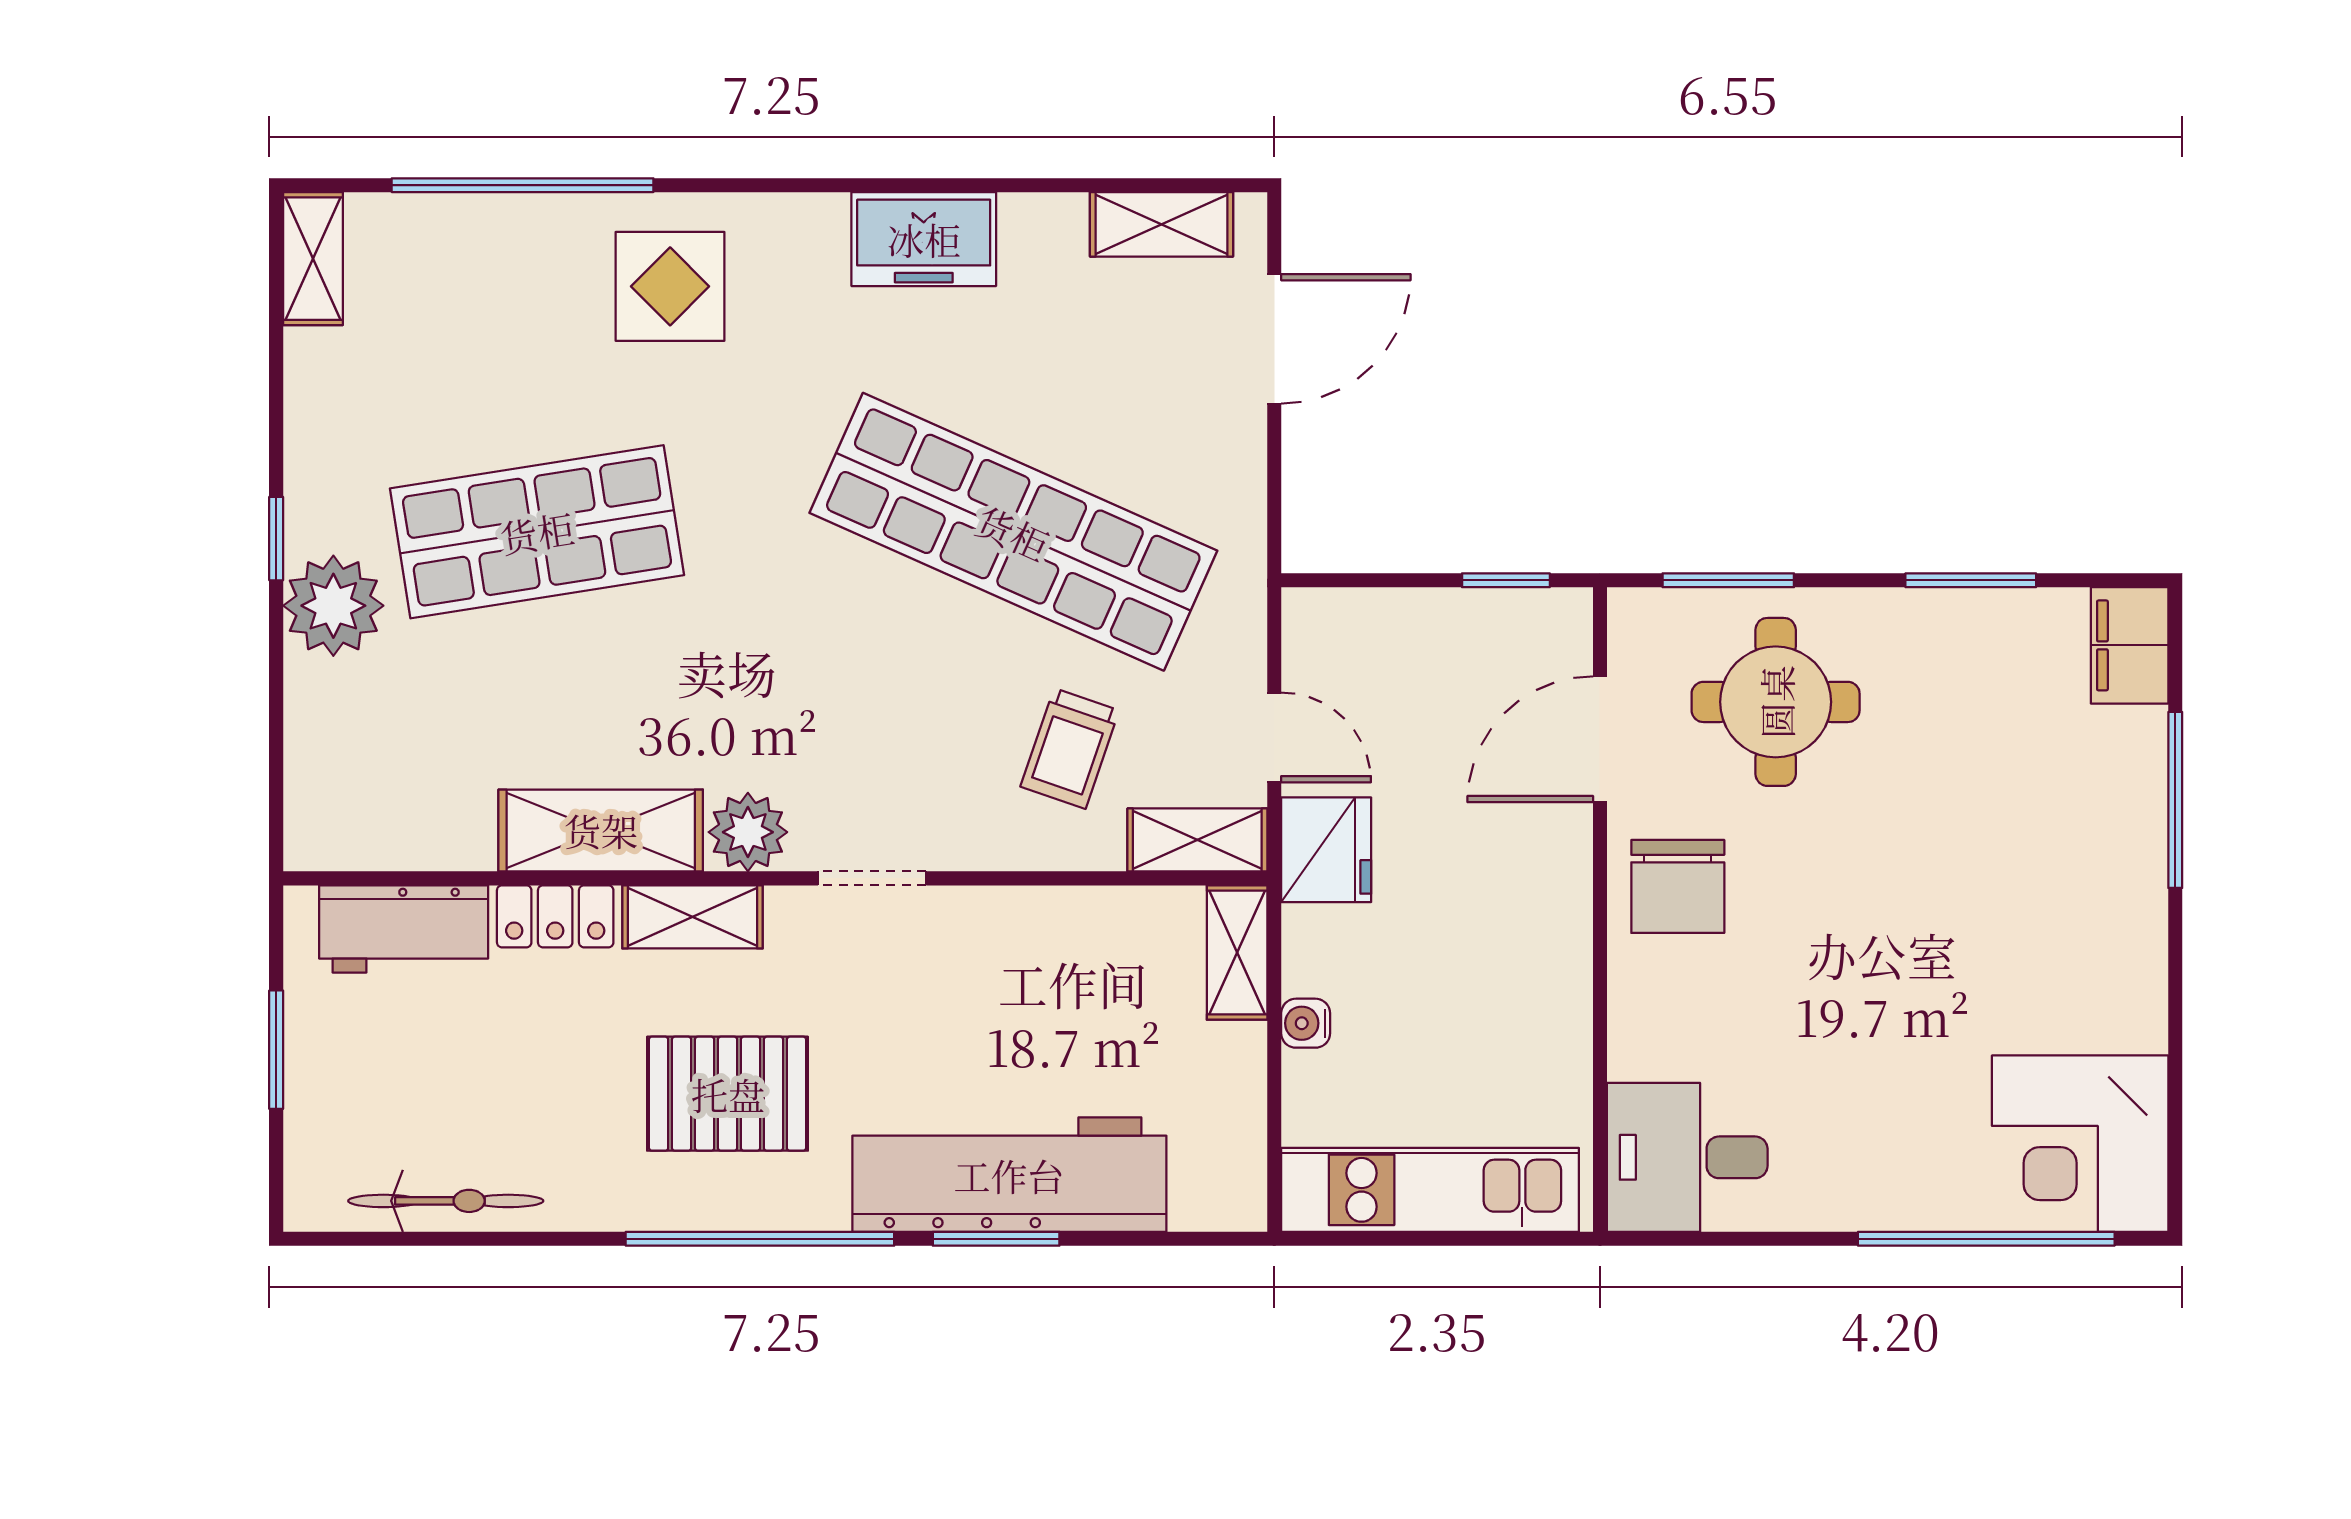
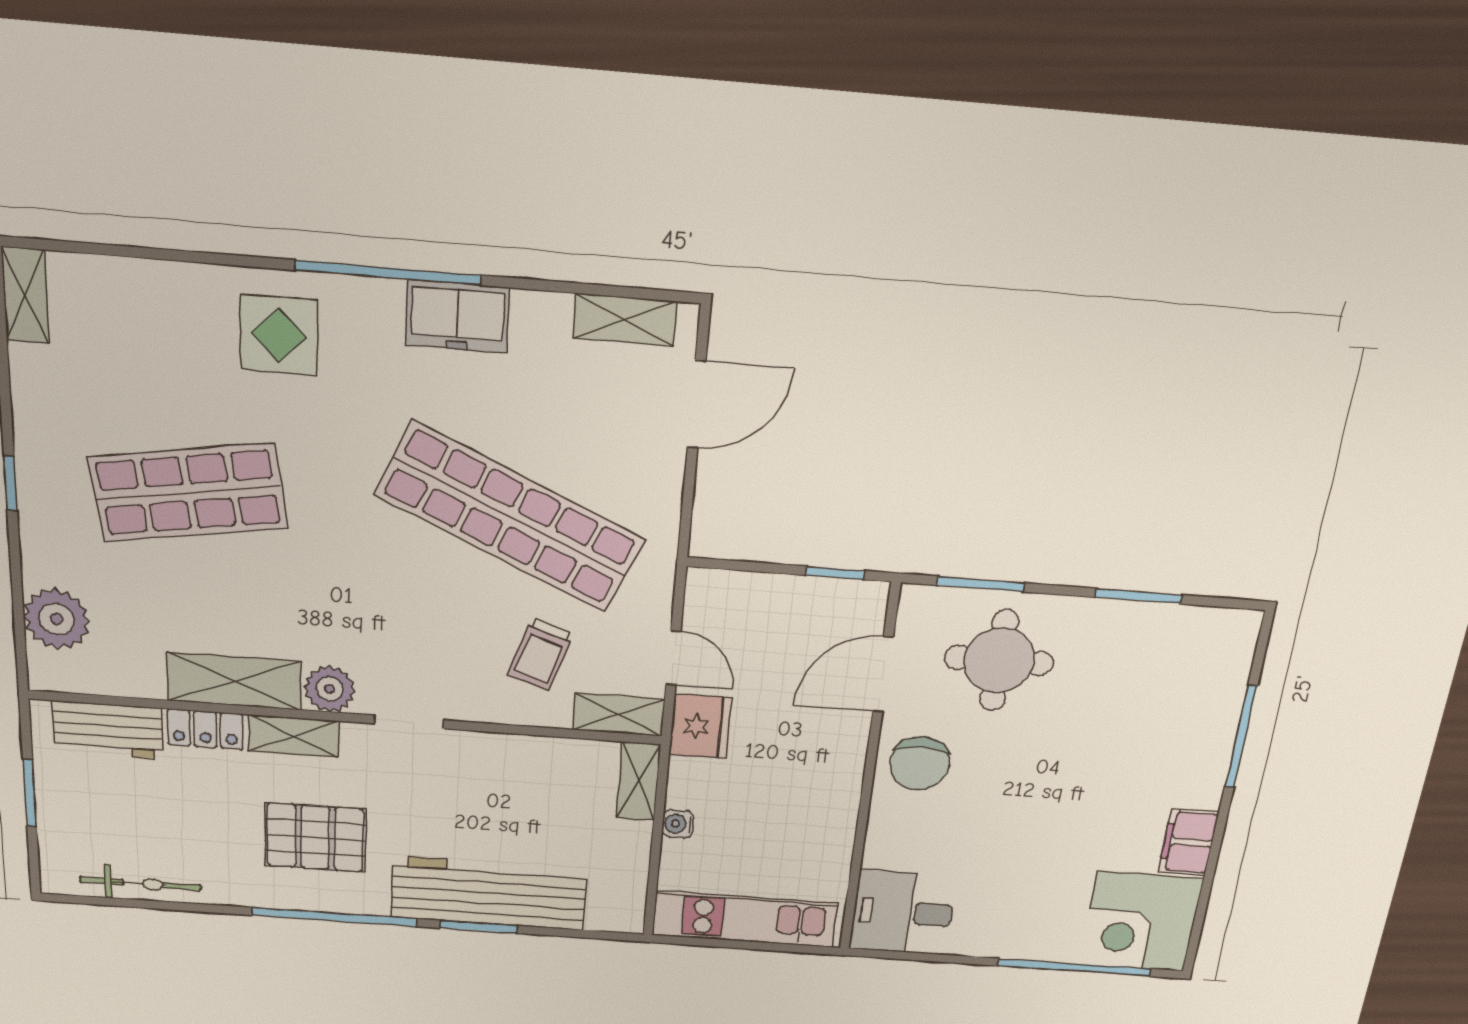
window: (523, 185) -> (388, 273), moved
plant: (333, 606) -> (57, 619), moved
filing cabinet: (2130, 645) -> (1188, 842), moved

